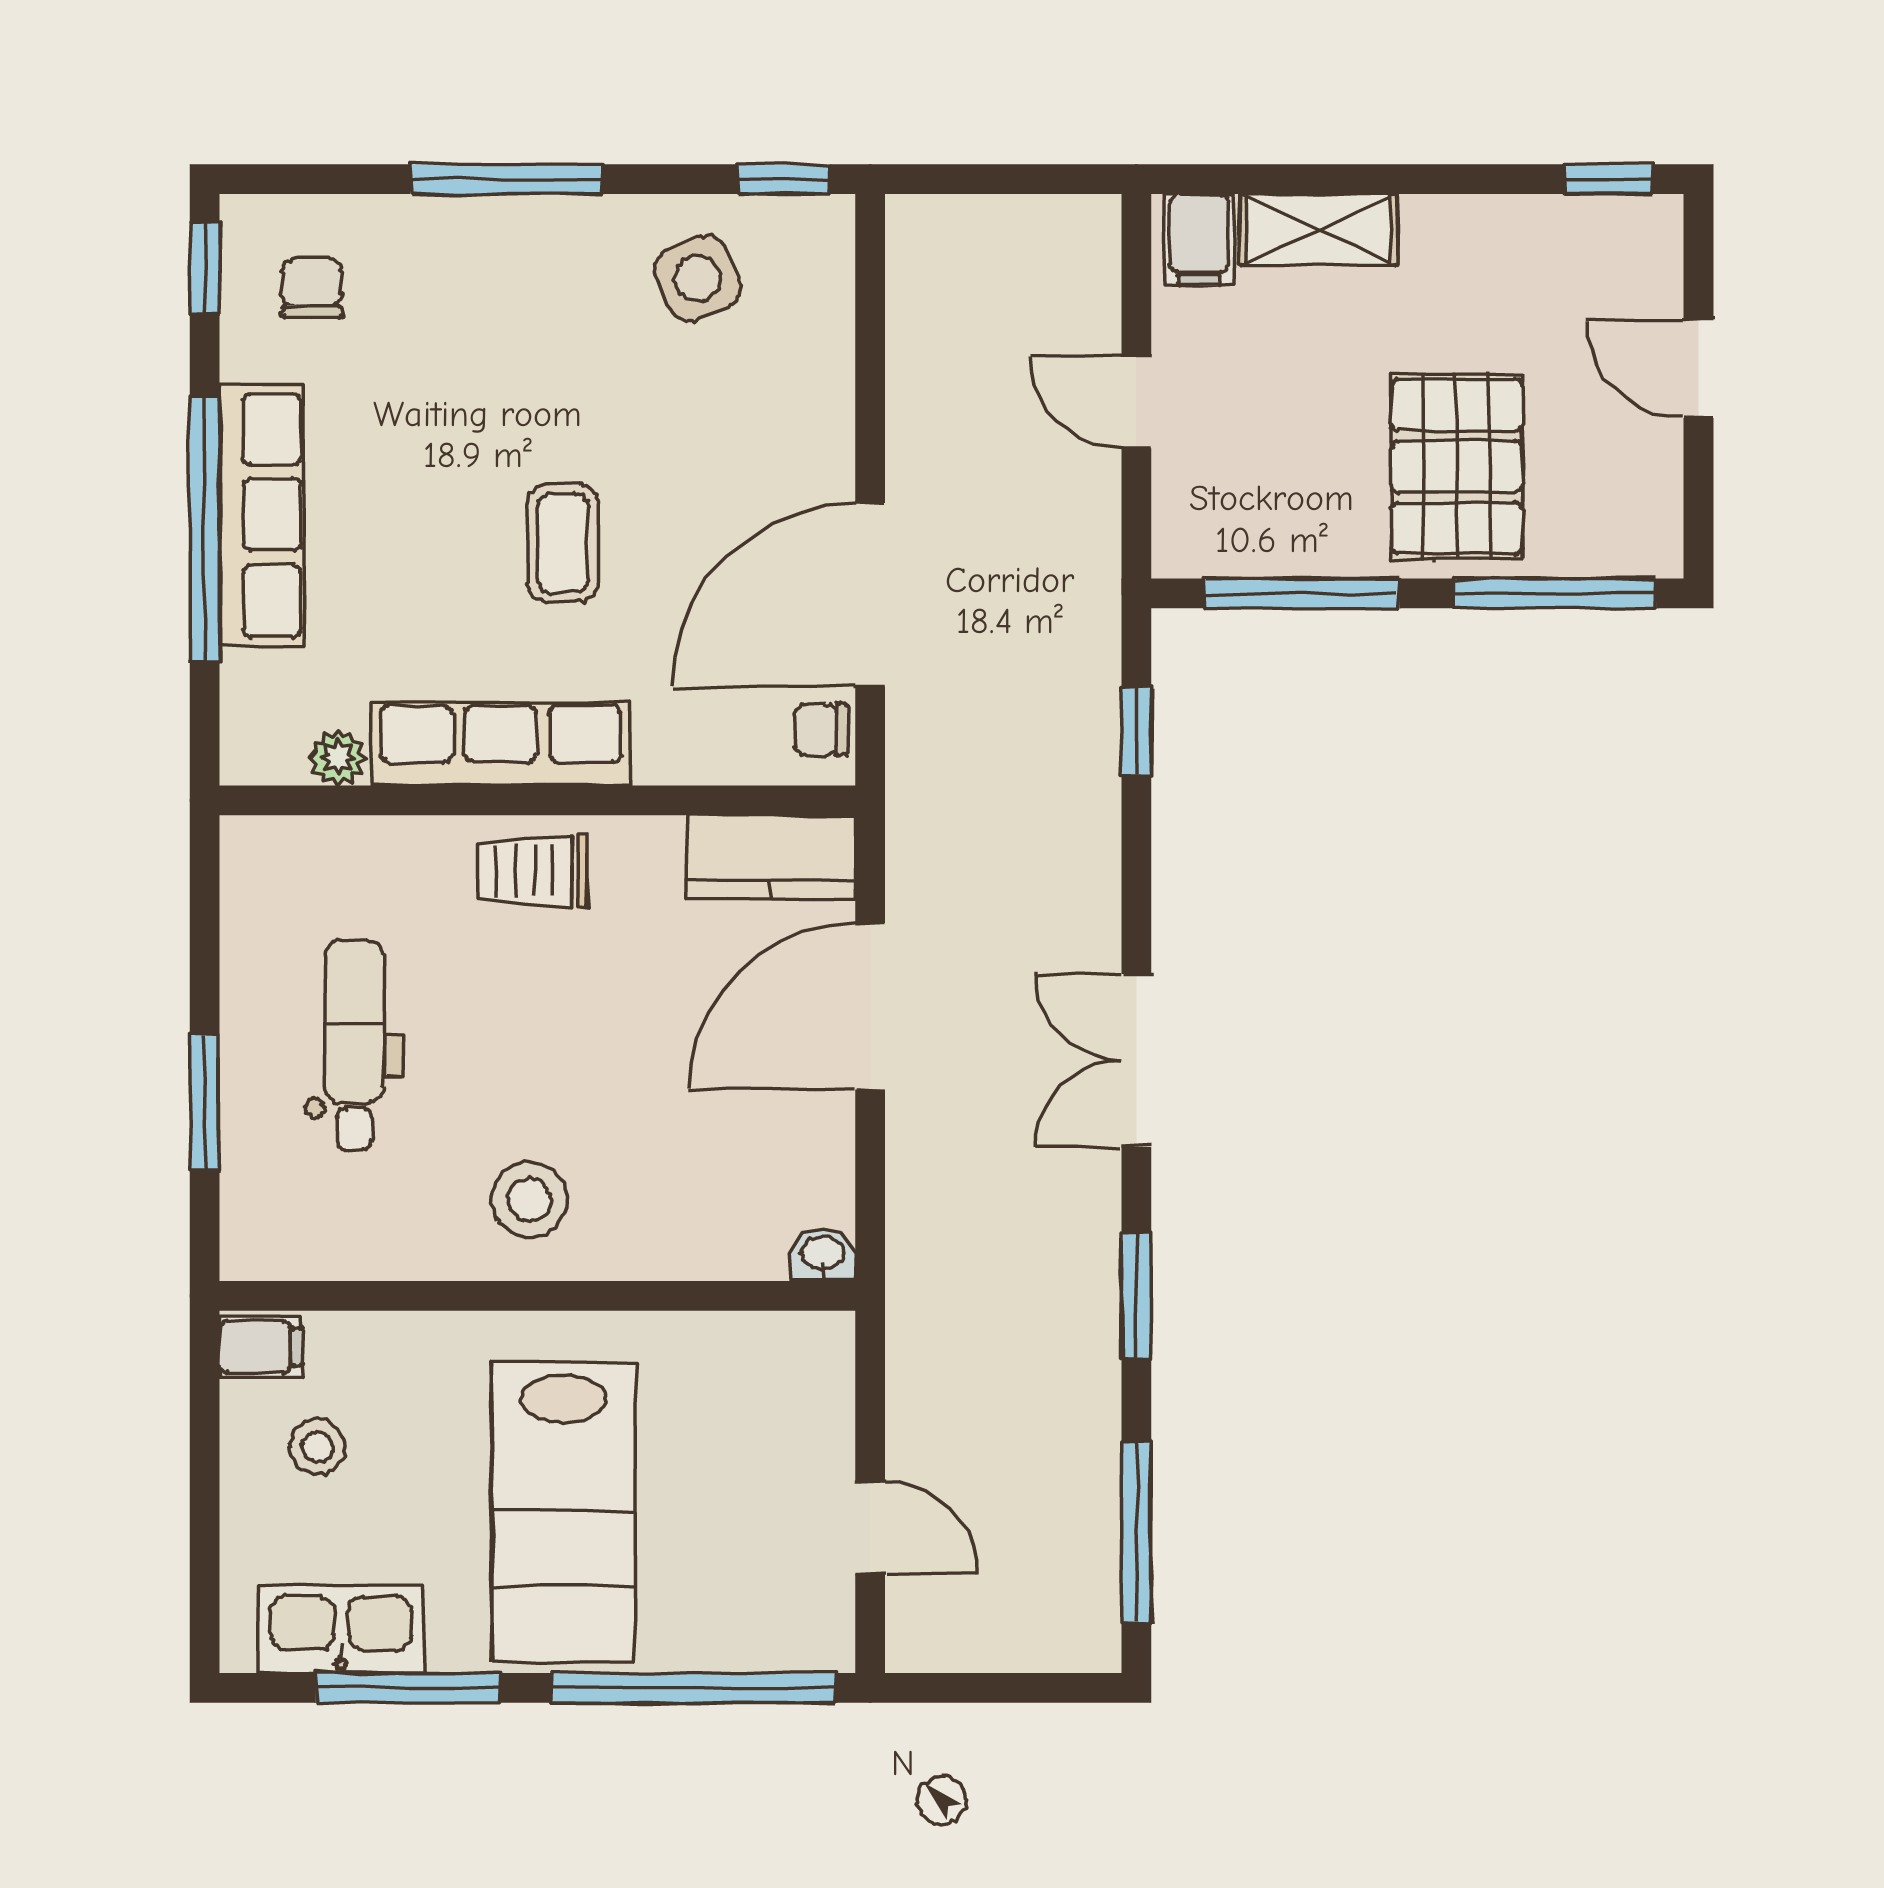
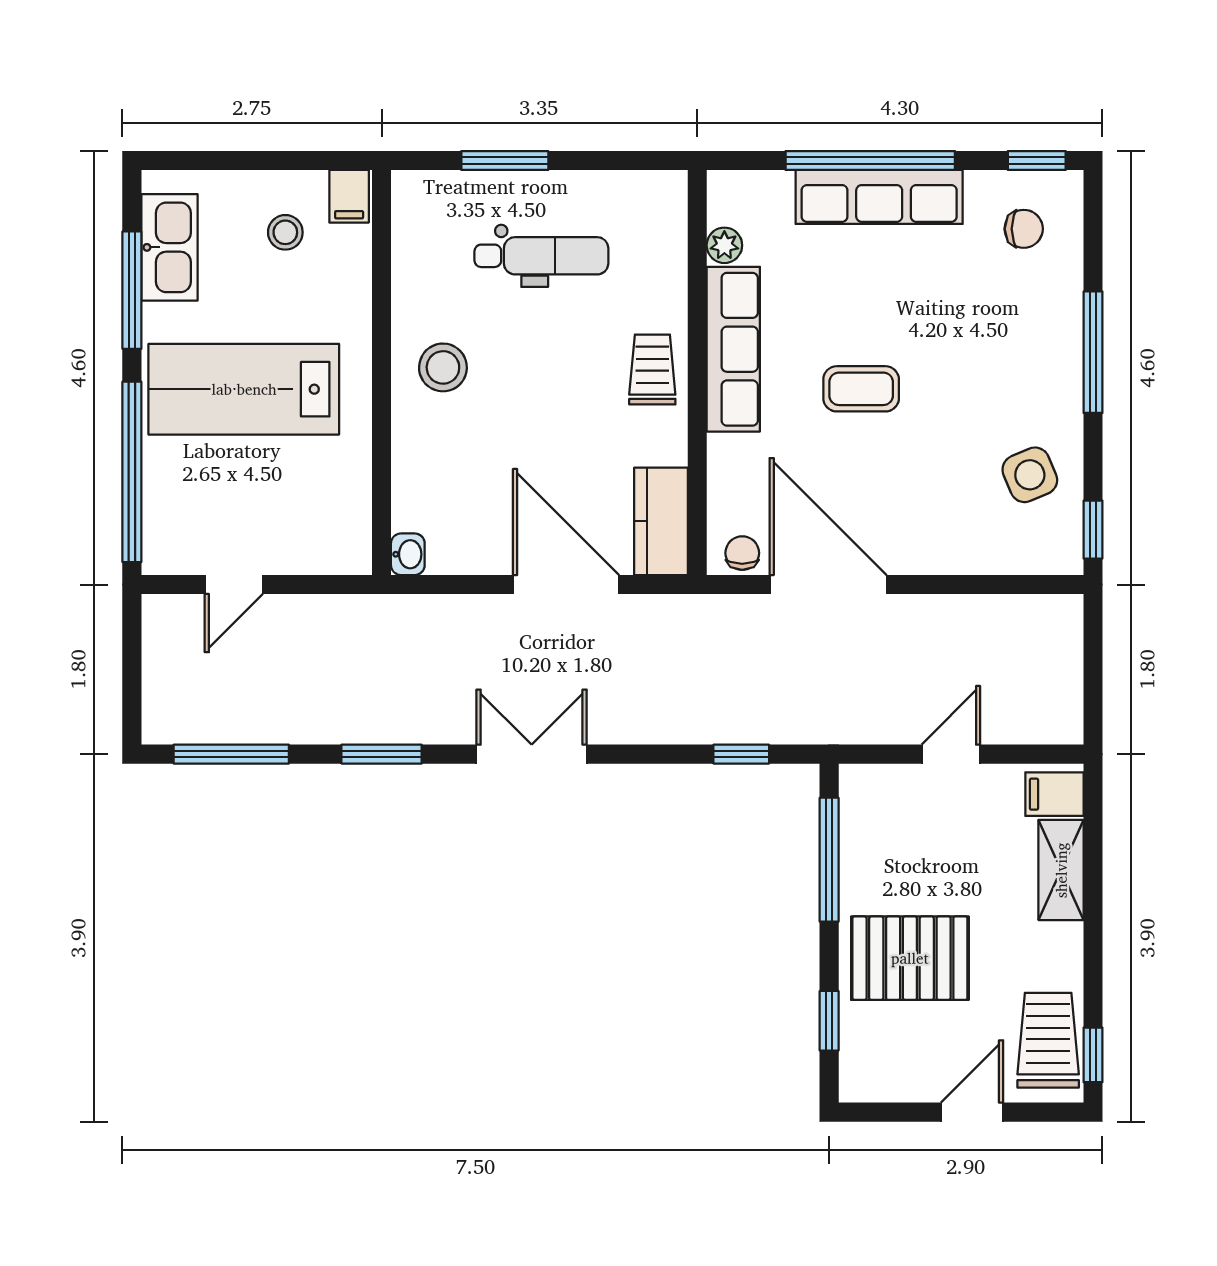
trolley: (1586, 250) -> (1048, 1040), added
window: (1555, 593) -> (829, 1021), width x0.46

